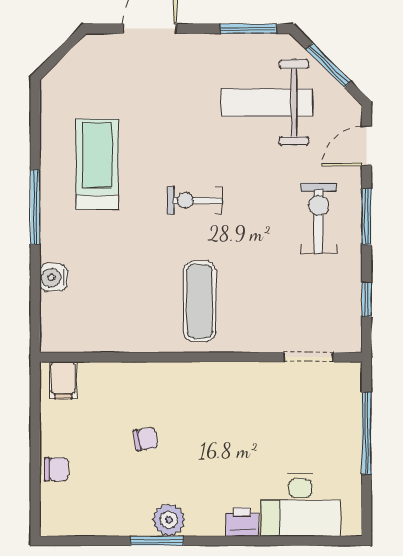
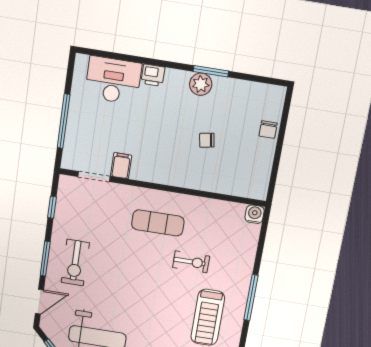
exercise bike: (195, 200) -> (191, 262), moved
water cooler: (53, 277) -> (255, 214), moved, turned -90
exercise mat: (200, 301) -> (158, 223), turned 90
filing cabinet: (63, 380) -> (121, 166), moved
chair: (56, 469) -> (268, 130), turned -90

